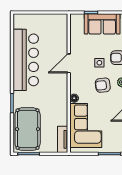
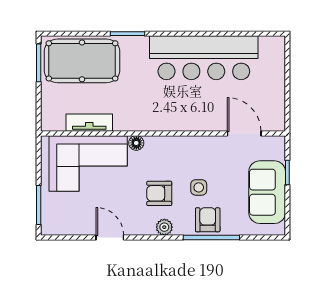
door: (69, 63) -> (244, 134), moved
armchair: (103, 85) -> (159, 193), turned -83
tv unit: (63, 139) -> (89, 123), moved

